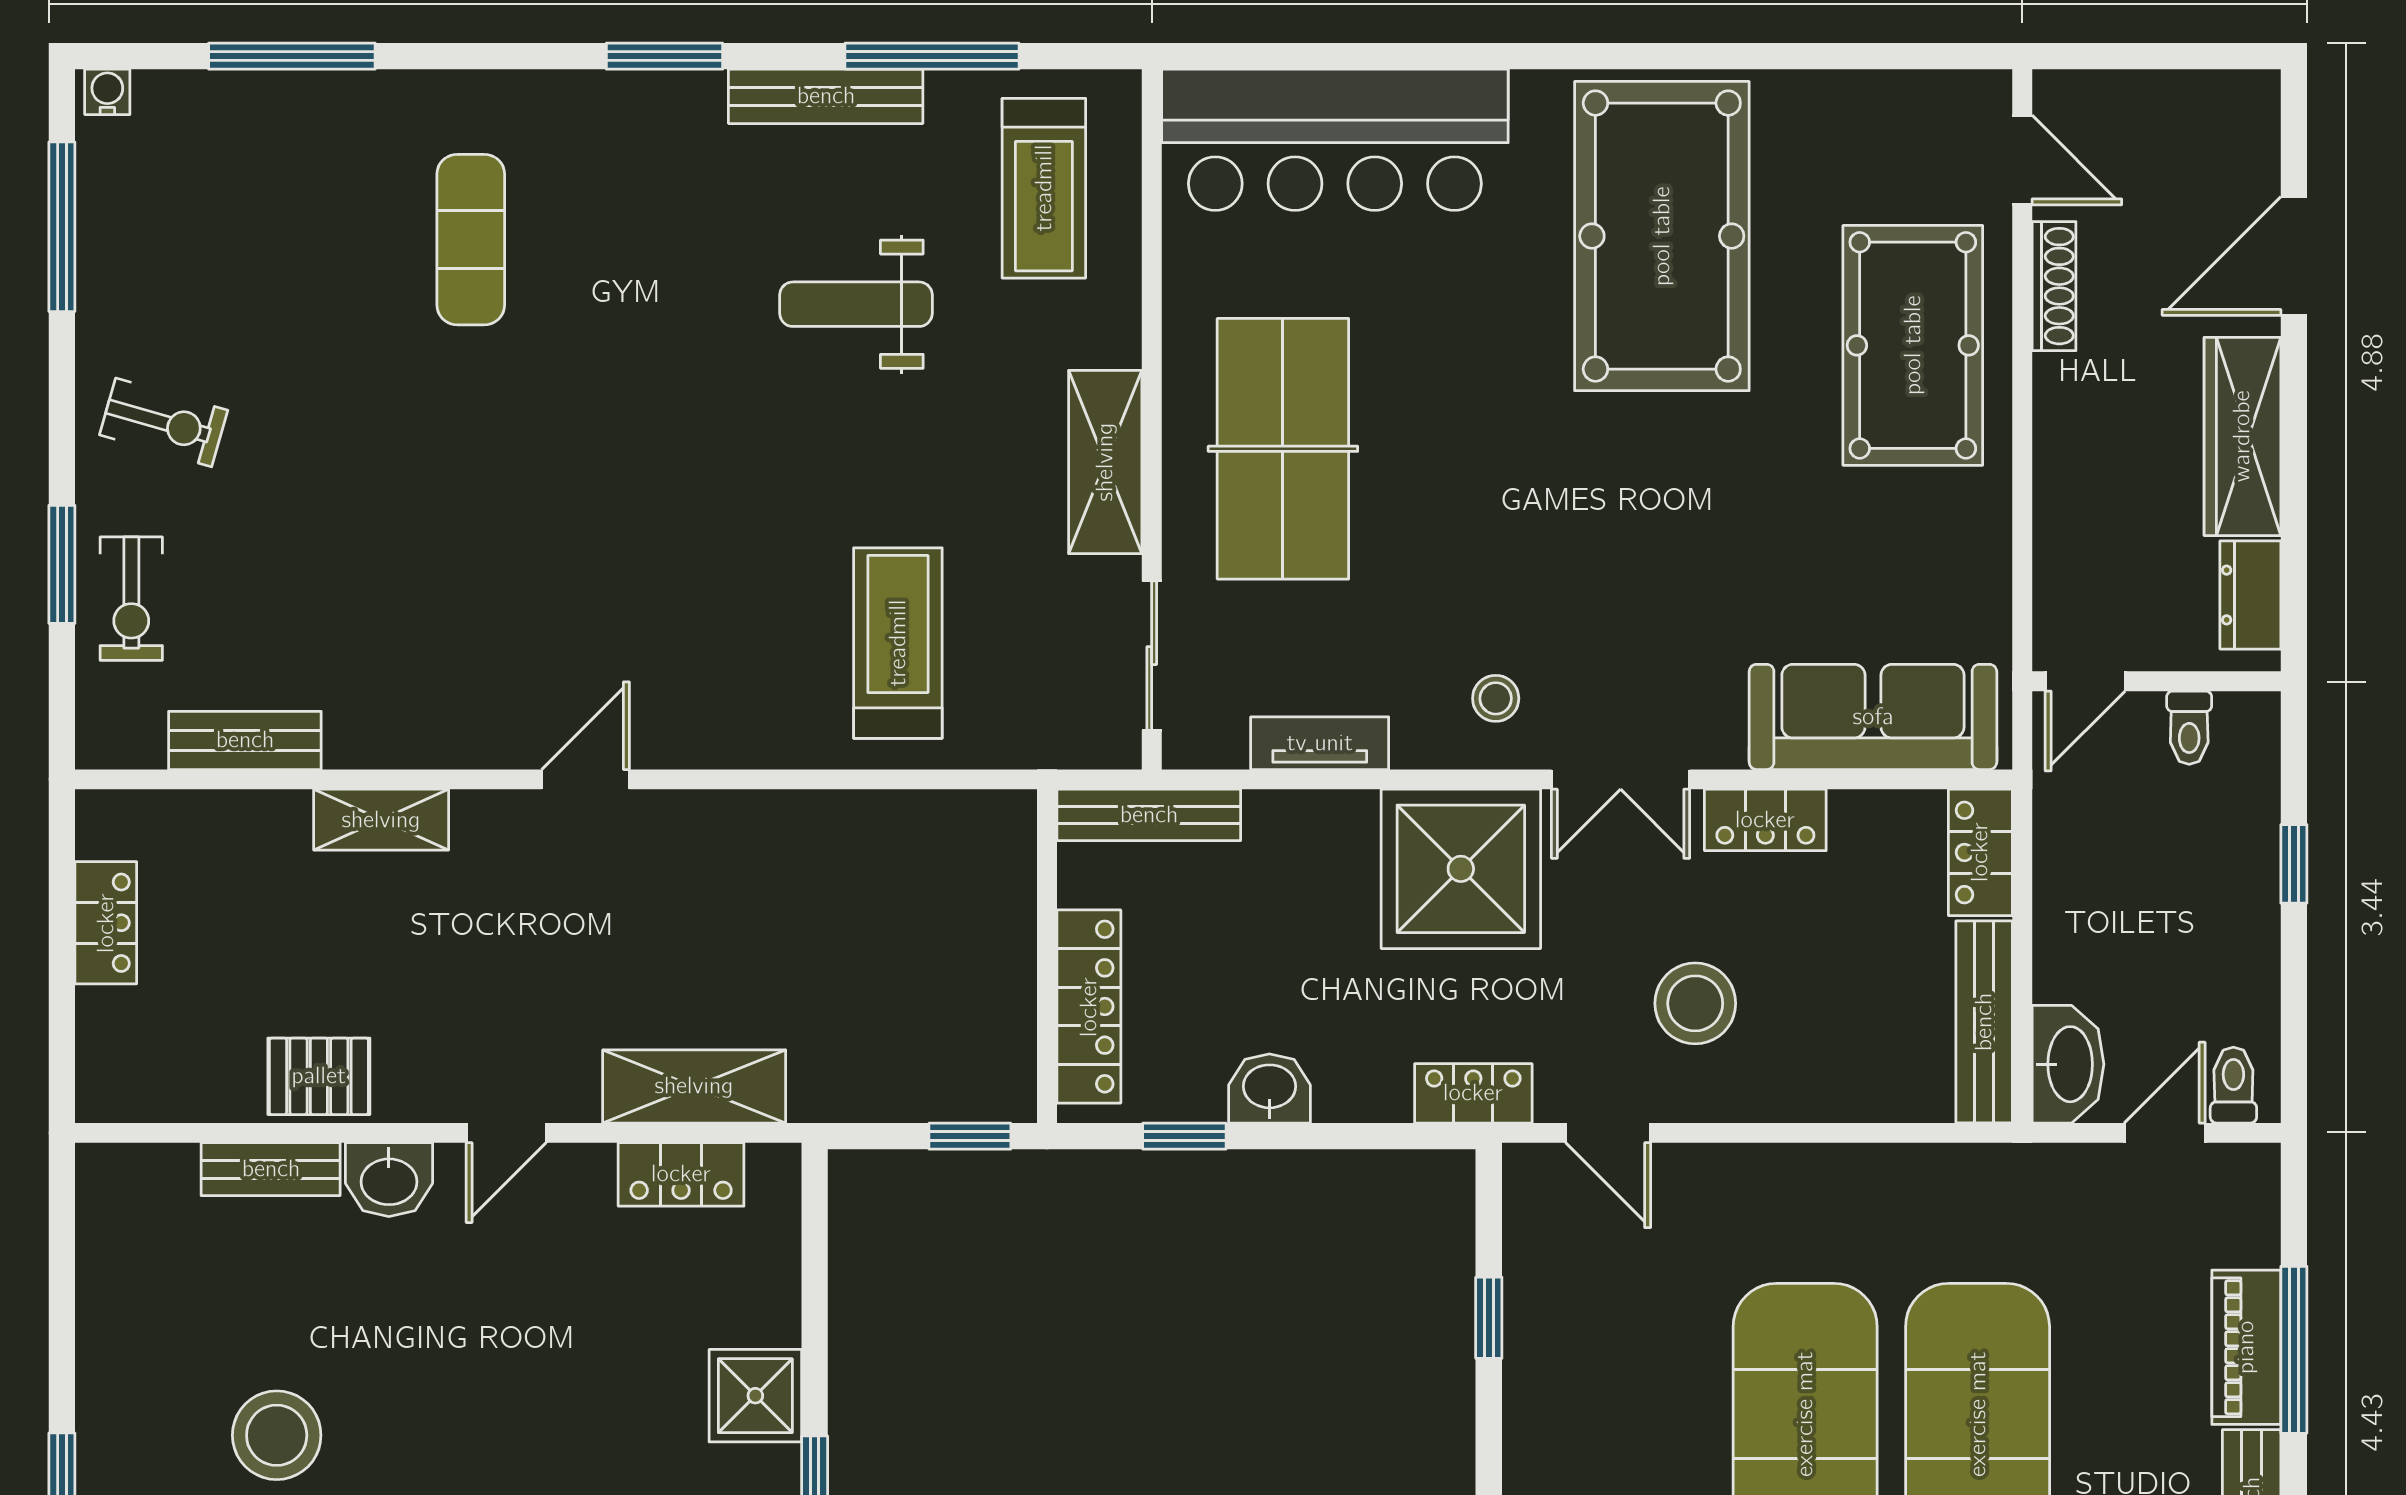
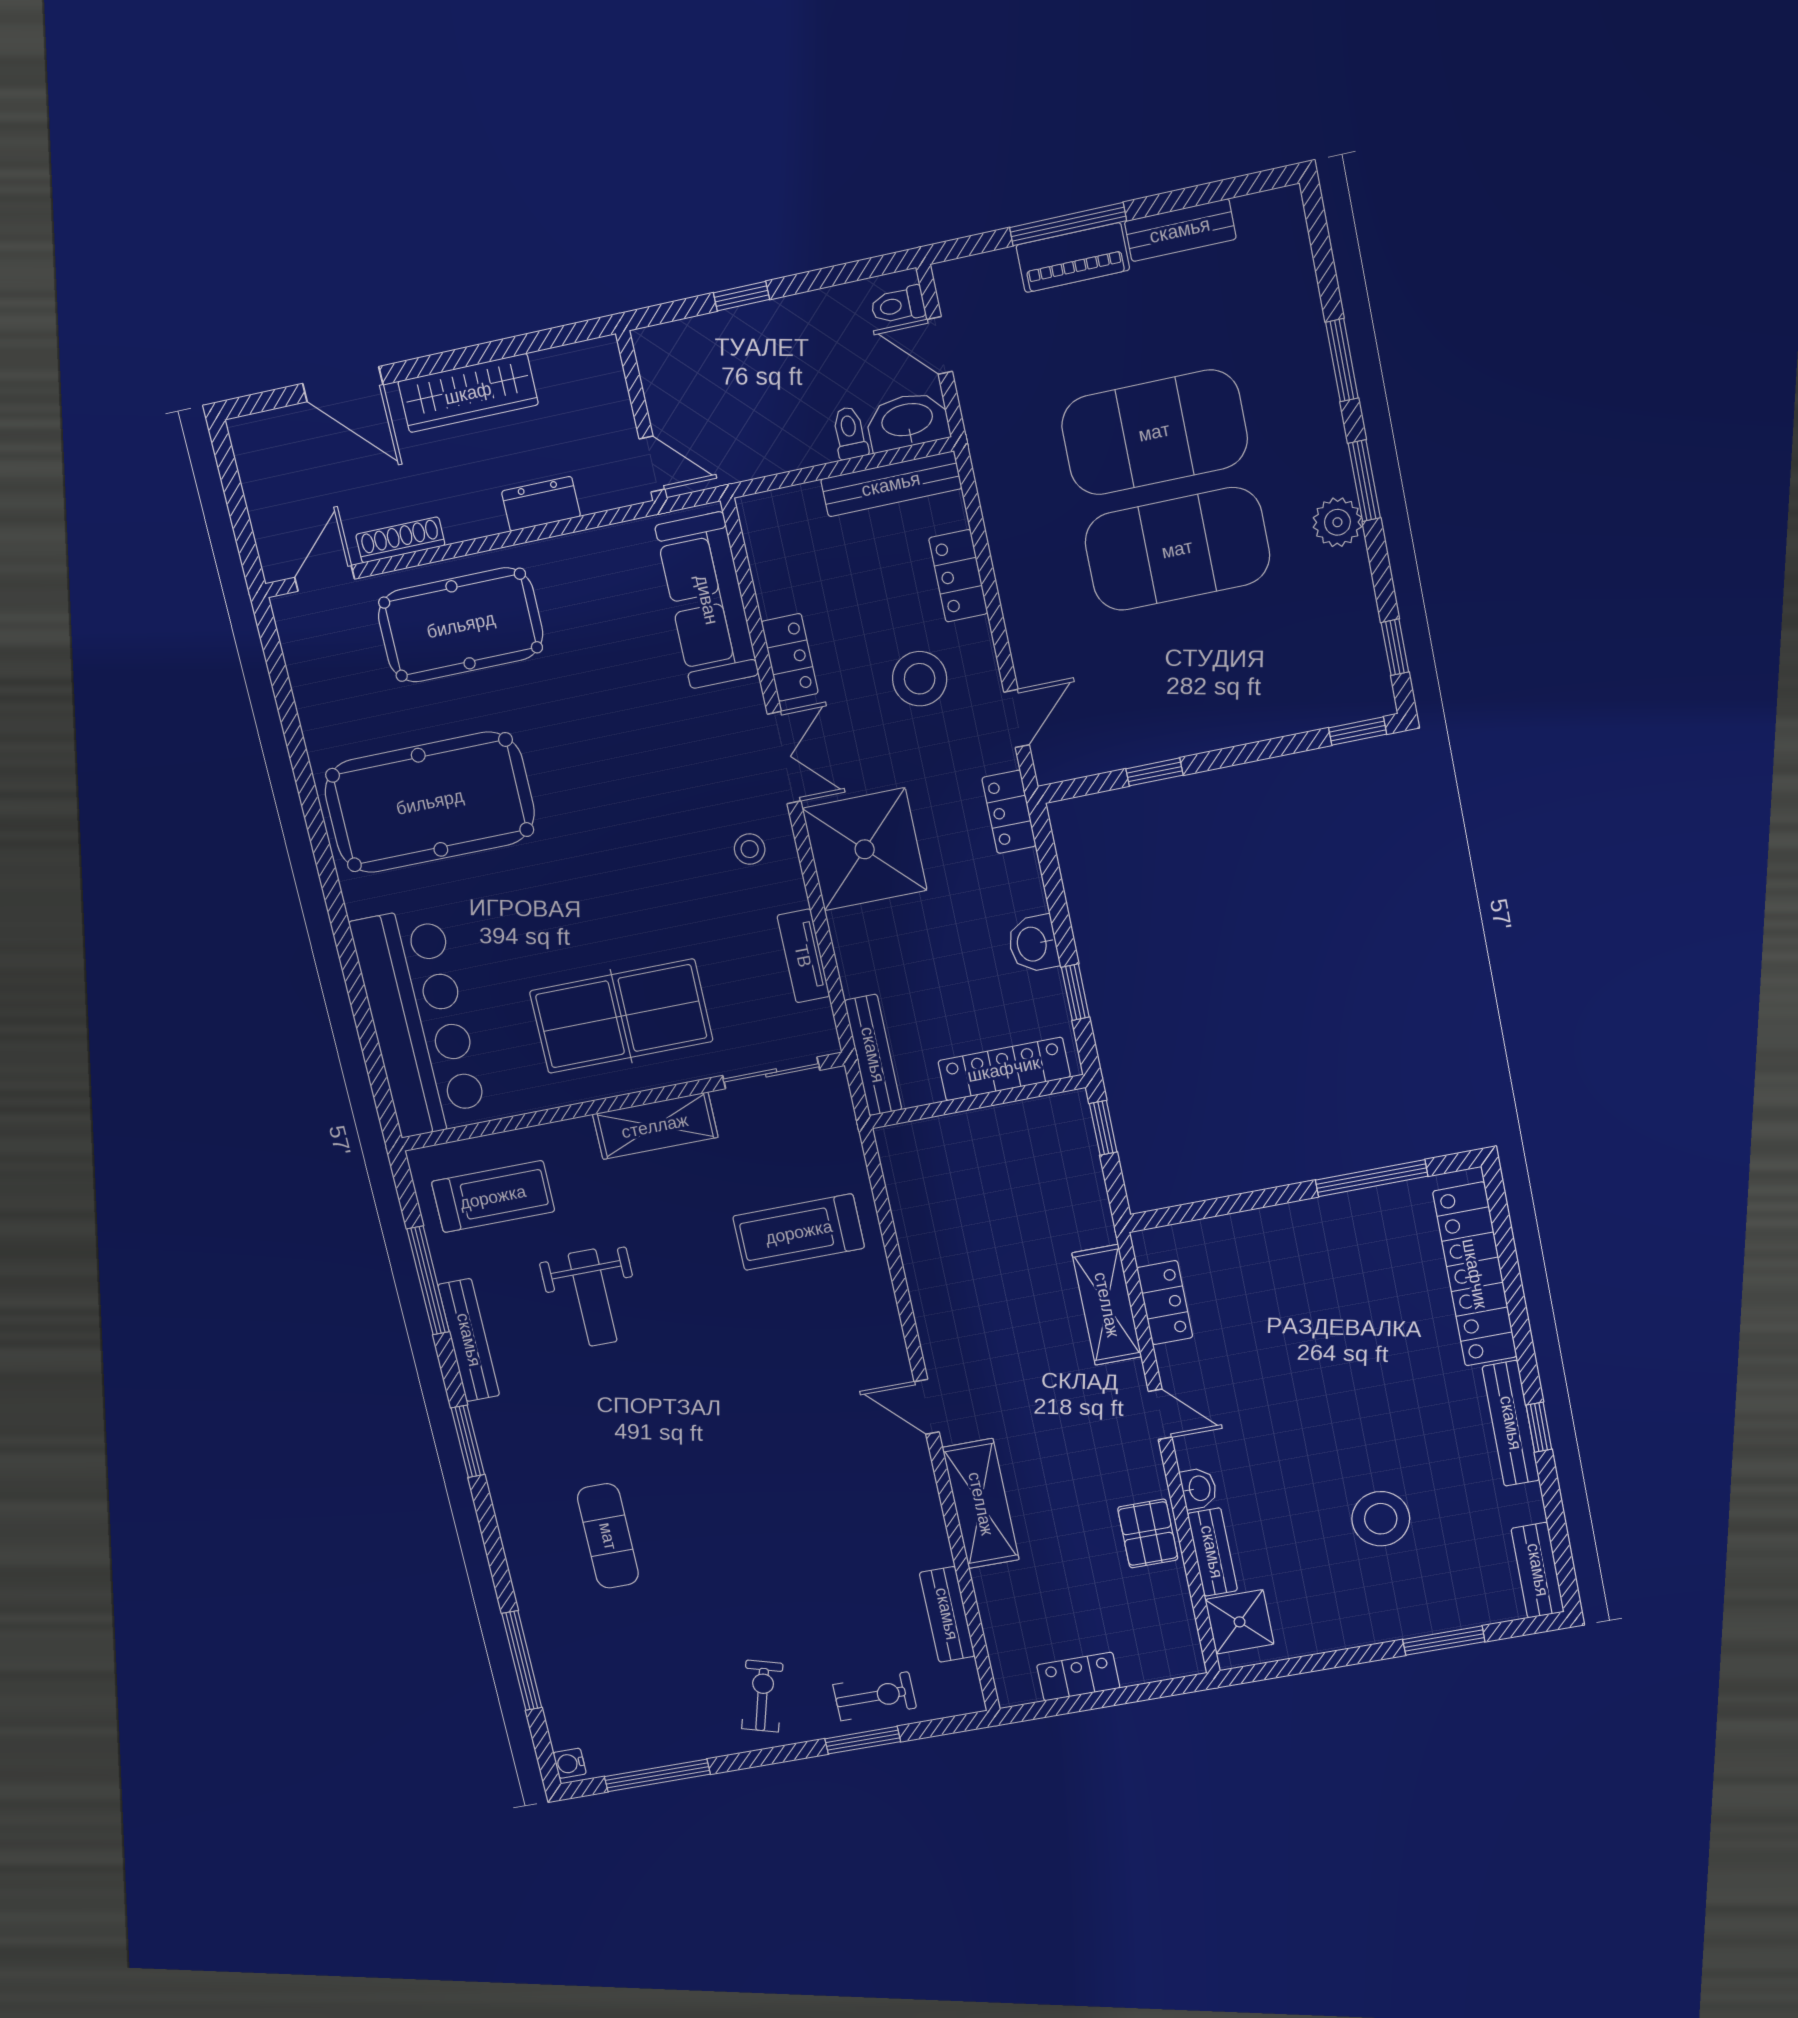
exercise mat: (471, 240) -> (608, 1536), turned 90
dresser: (2250, 595) -> (541, 504), moved, turned 180
toilet: (2189, 728) -> (850, 433), moved, turned -90
shelving: (381, 820) -> (981, 1504), width x1.50, depth x1.33
locker: (1980, 852) -> (958, 576), moved, turned 90
washbasin: (389, 1180) -> (1199, 1488), width x0.72, depth x0.69
shower: (755, 1396) -> (1240, 1622), moved

